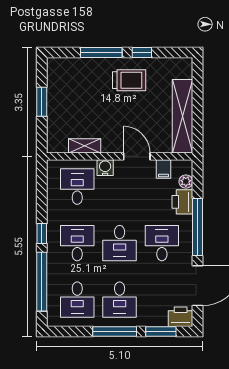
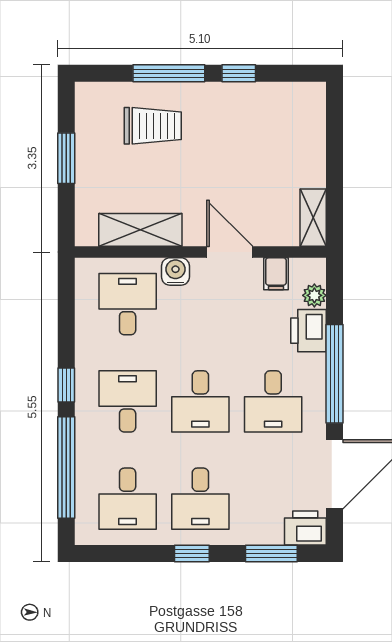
trolley: (129, 80) -> (153, 126), moved
shelving: (183, 116) -> (313, 218), width x0.45, depth x0.75
shelving: (85, 146) -> (140, 230), width x1.50, depth x1.33
desk: (162, 243) -> (273, 401), turned 180
window: (115, 332) -> (192, 554), width x0.46

